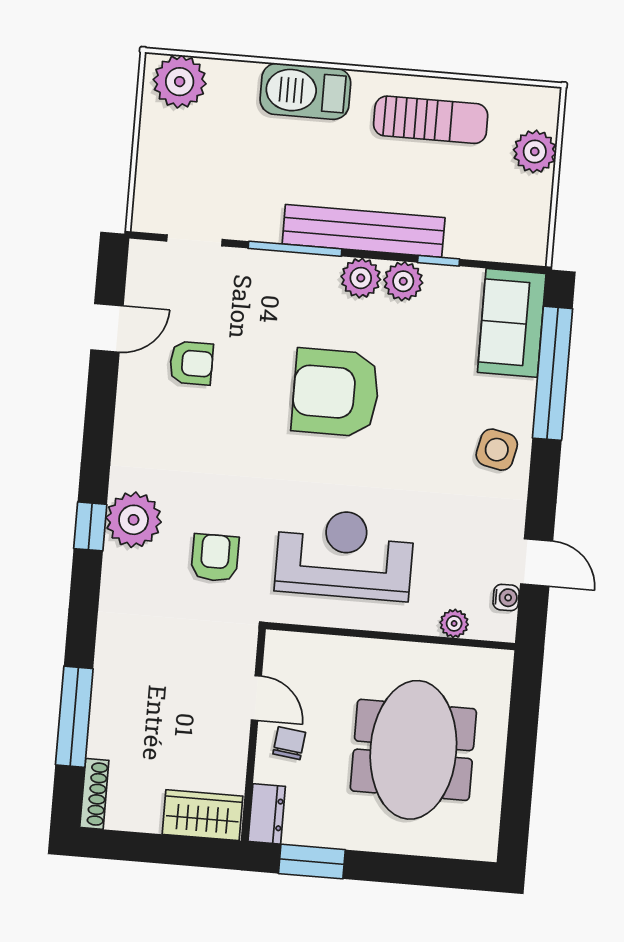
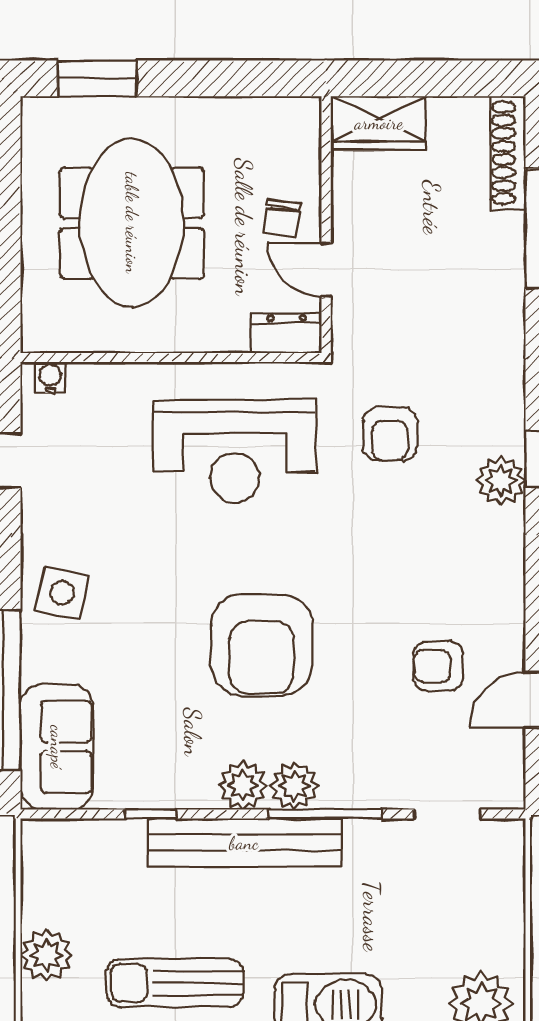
plant: (403, 281) -> (294, 786), moved
armchair: (336, 393) -> (262, 645), turned 90
plant: (134, 520) -> (501, 481), width x0.73, depth x0.73
water cooler: (506, 598) -> (50, 377), moved, turned 90
plant: (454, 623) -> (96, 379), removed
shoe rack: (94, 794) -> (508, 153), width x1.36, depth x1.24
dresser: (267, 814) -> (287, 333), moved, turned 90
window: (312, 862) -> (97, 78), moved

